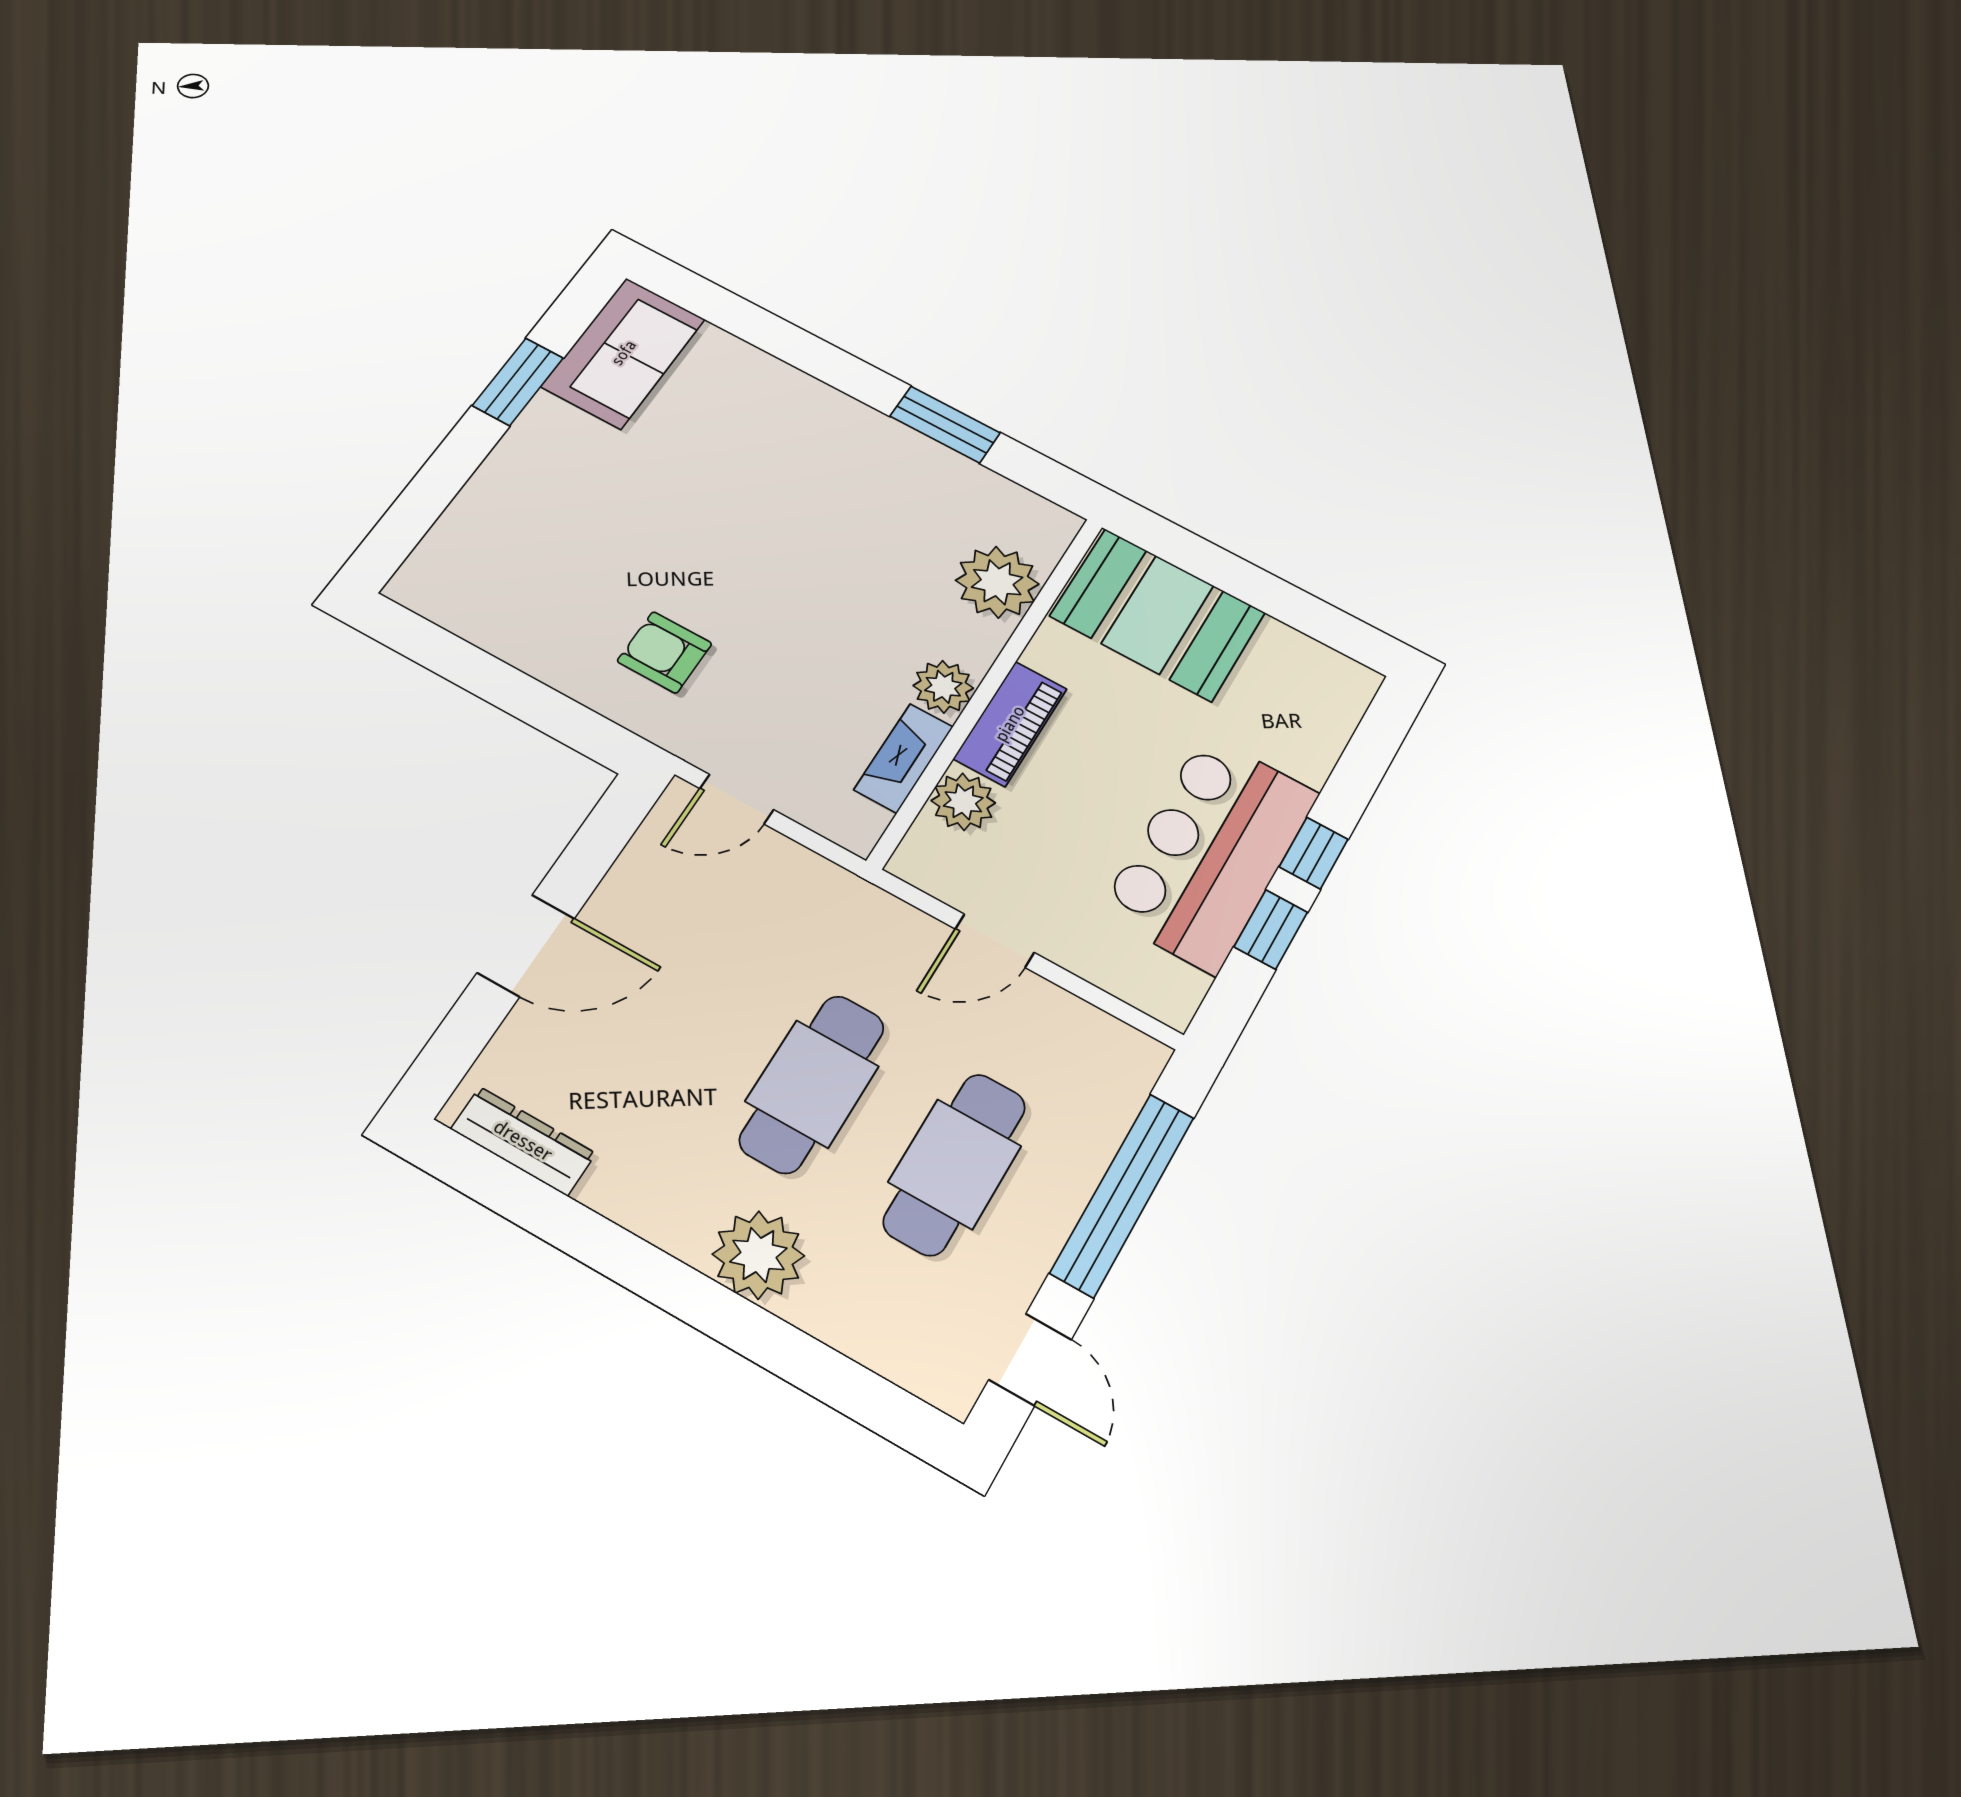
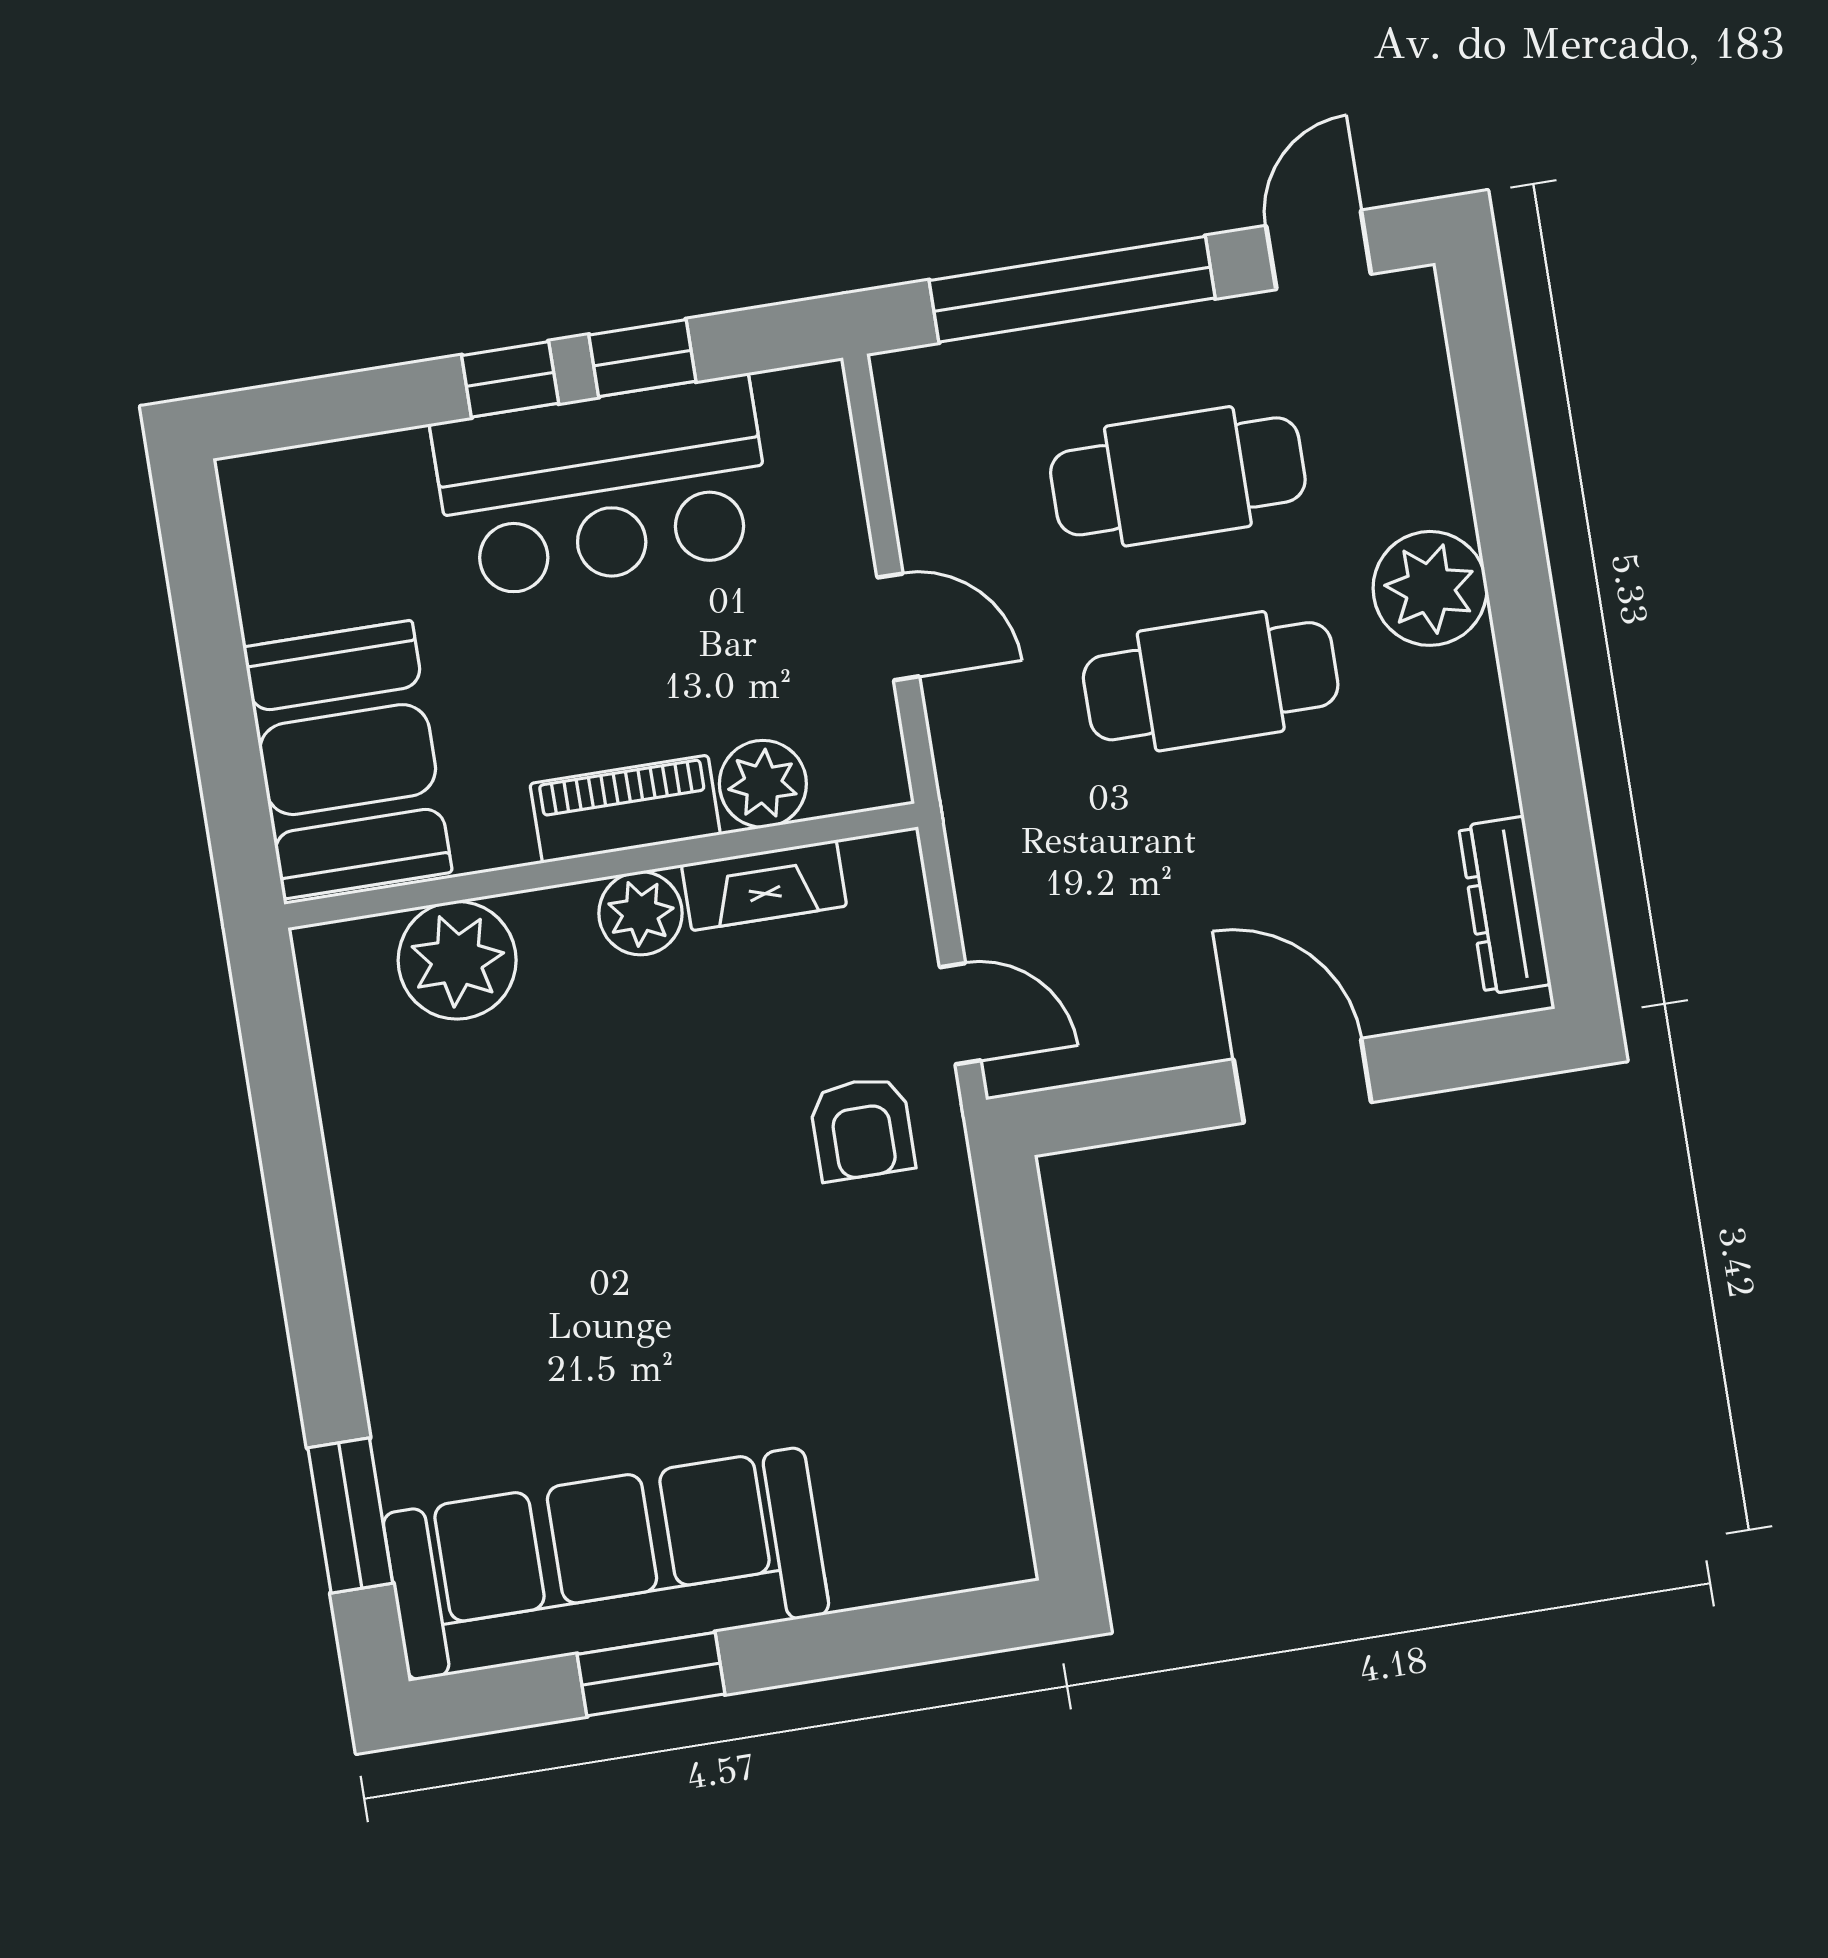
sofa: (624, 353) -> (606, 1564), width x1.85, depth x1.27
window: (945, 425) -> (350, 1515), moved
armchair: (665, 652) -> (862, 1129), moved

